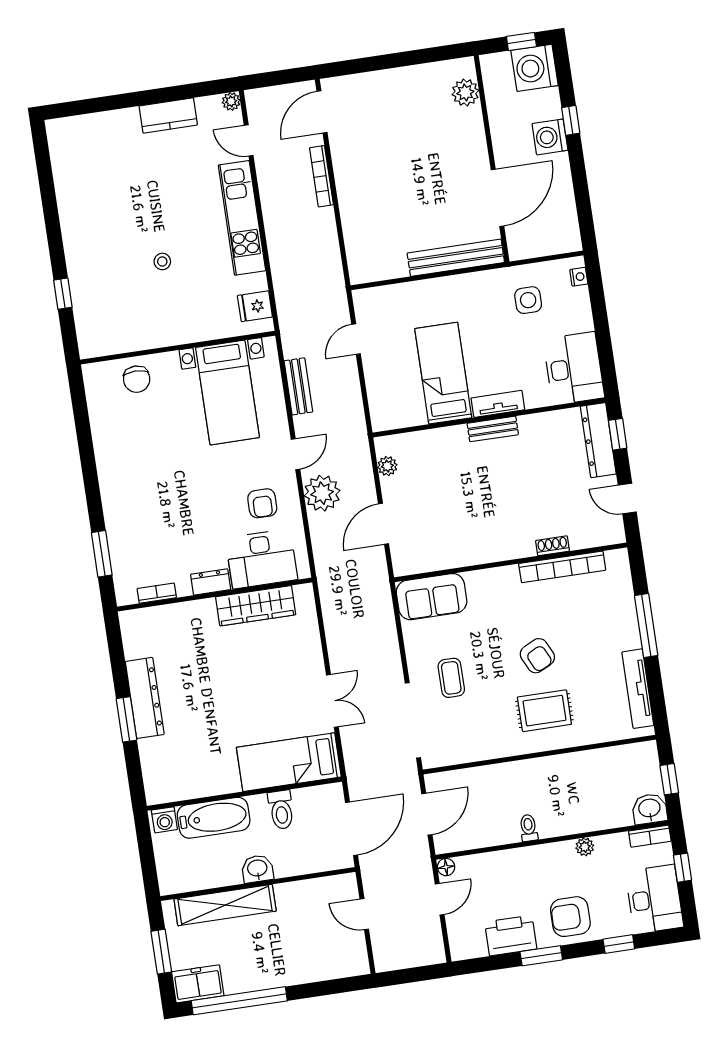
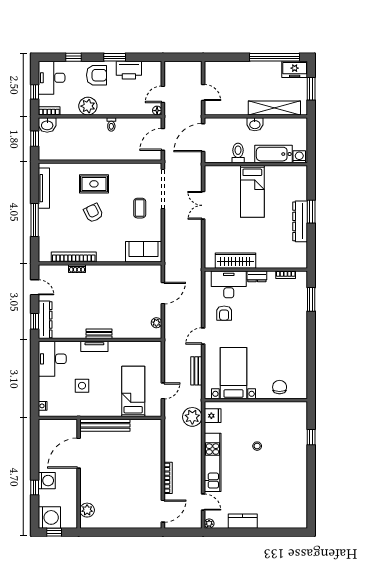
side table: (528, 300) -> (82, 386), moved
bed: (443, 373) -> (133, 391), moved, turned 180
plant: (322, 493) -> (192, 417), moved
armchair: (262, 503) -> (224, 313), turned 180
bed: (289, 762) -> (252, 191), moved, turned 90
plant: (585, 847) -> (88, 106), width x1.88, depth x1.88

